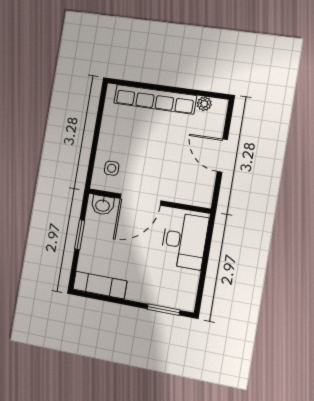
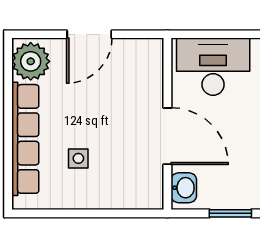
plant: (204, 104) -> (31, 61), width x1.87, depth x1.87
side table: (112, 168) -> (78, 158), moved

